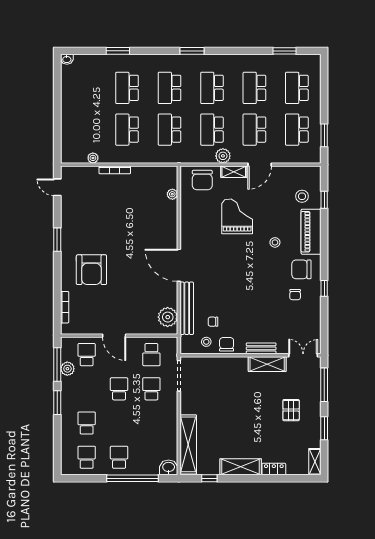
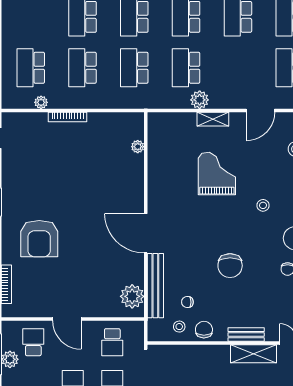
school desk: (254, 130) -> (31, 68), moved
door: (260, 165) -> (260, 110), moved
chair: (202, 180) -> (230, 266), moved

